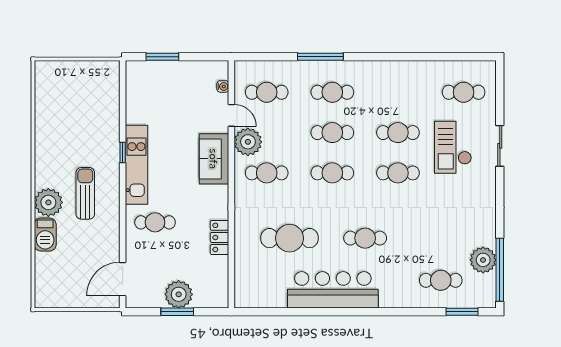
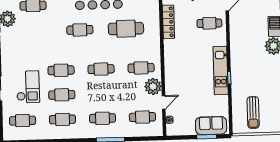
door: (231, 115) -> (164, 102), swing flipped
cafe table: (332, 133) -> (63, 119), moved
sofa: (214, 159) -> (211, 126), moved, turned -90
sun lounger: (85, 193) -> (253, 113), moved
cafe table: (155, 222) -> (209, 23), moved
locker: (220, 237) -> (168, 22), width x1.53

